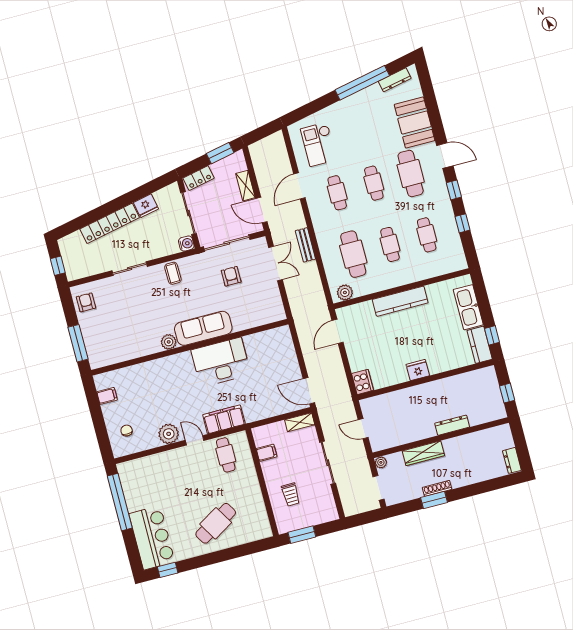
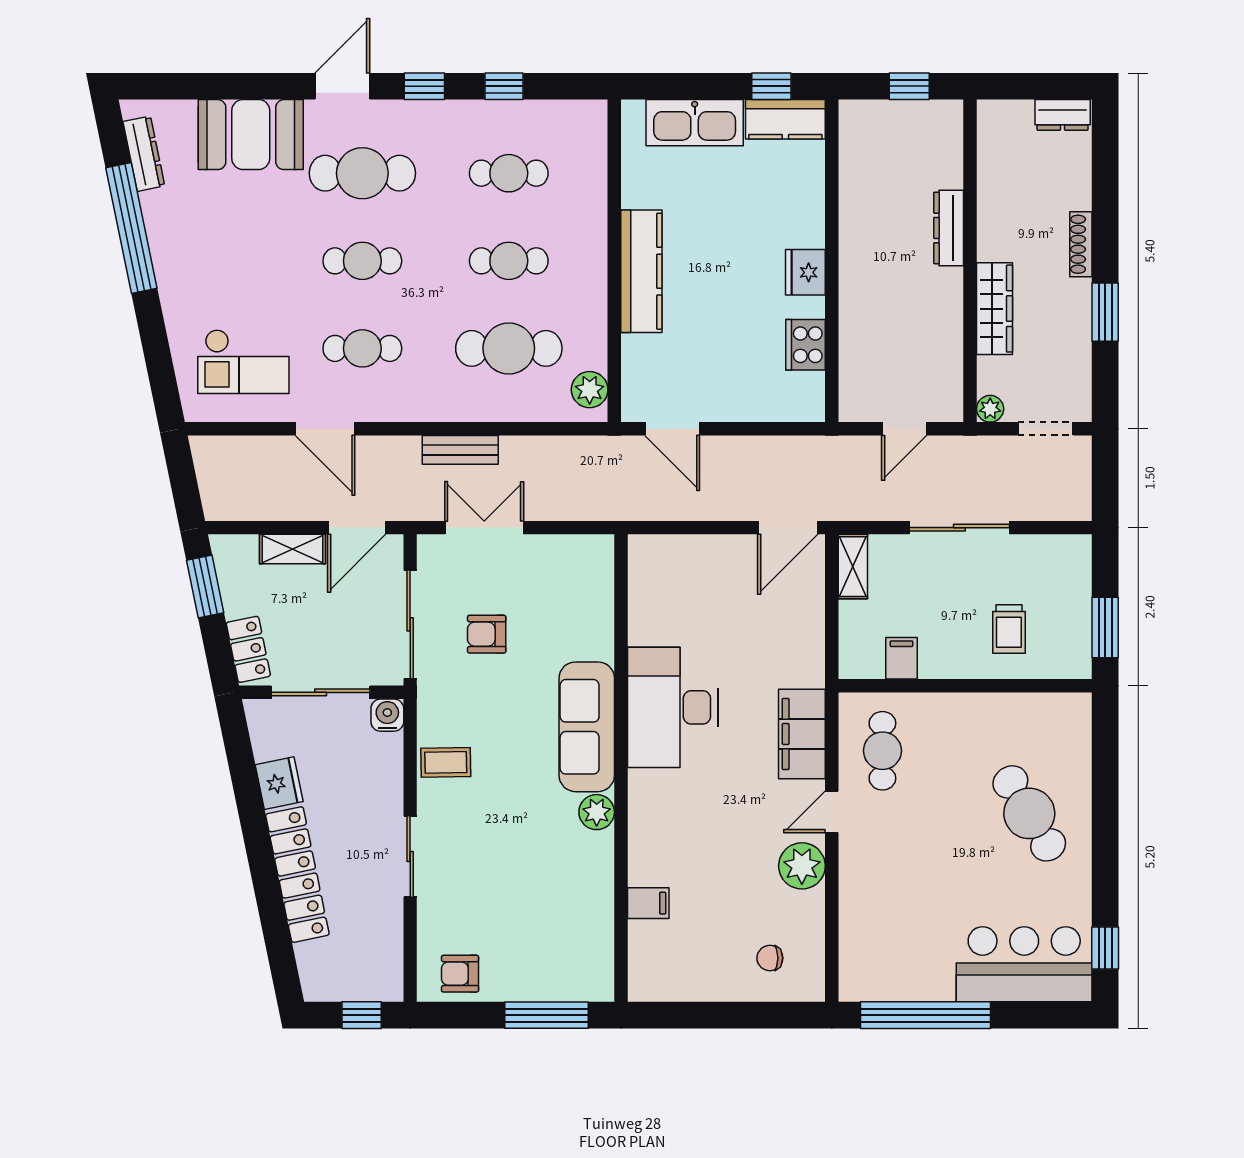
cooker: (363, 382) -> (805, 345), moved, turned -90
filing cabinet: (107, 396) -> (648, 903), moved, turned 90
cafe table: (226, 455) -> (882, 751), turned 90
shoe rack: (437, 488) -> (1081, 244), moved
trolley: (291, 495) -> (1009, 629), turned 91

